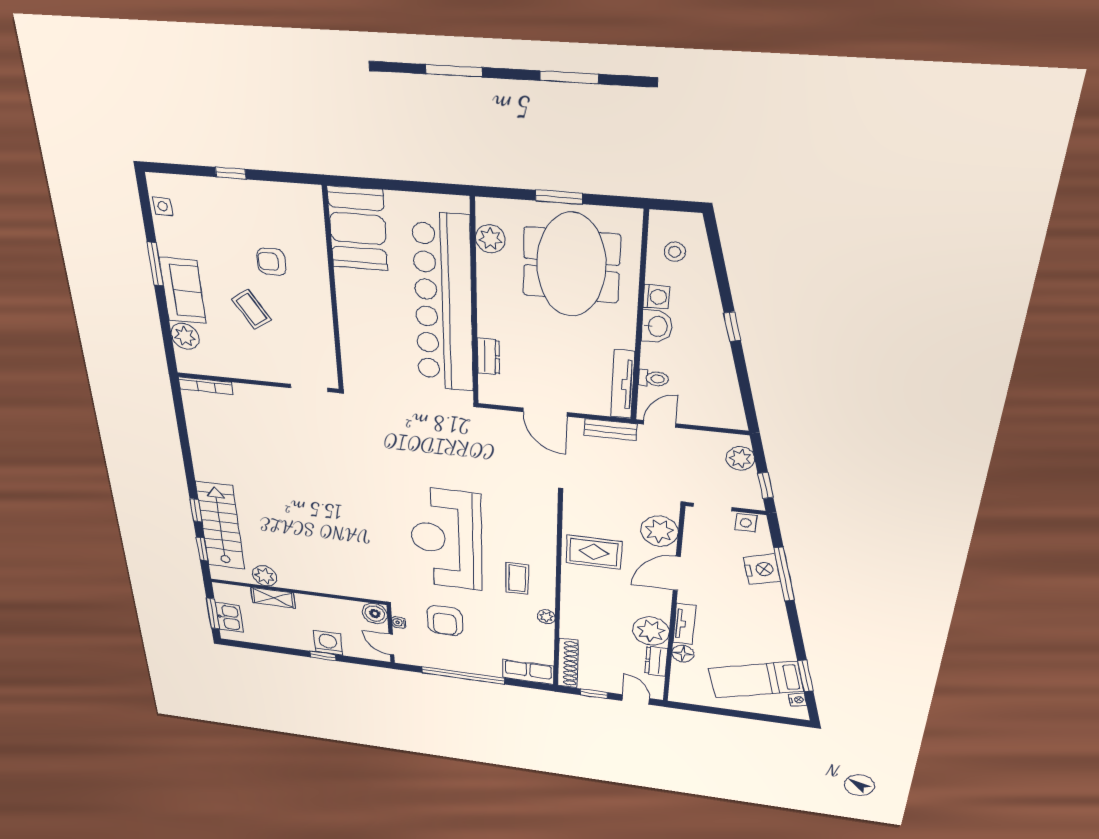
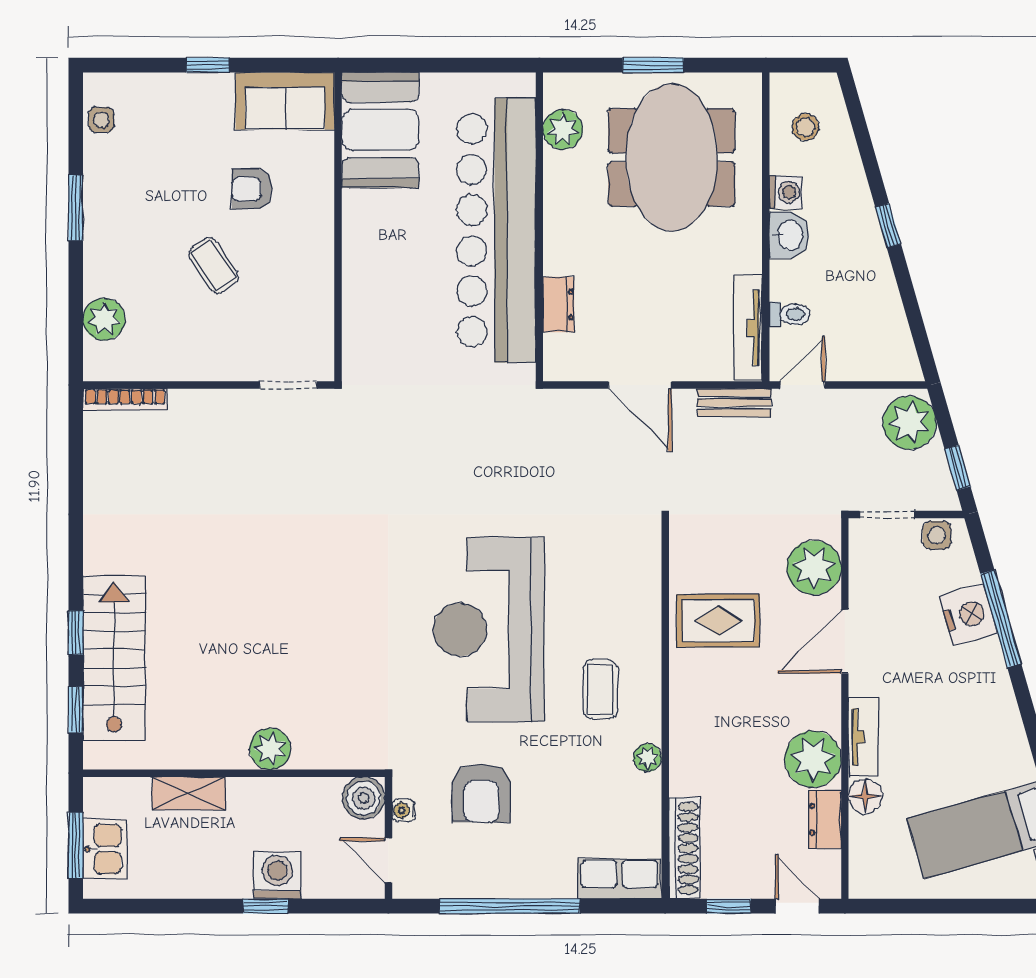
sofa: (183, 291) -> (285, 101), moved, turned 90
plant: (740, 458) -> (909, 423), width x1.36, depth x1.36
plant: (265, 576) -> (270, 749), moved

